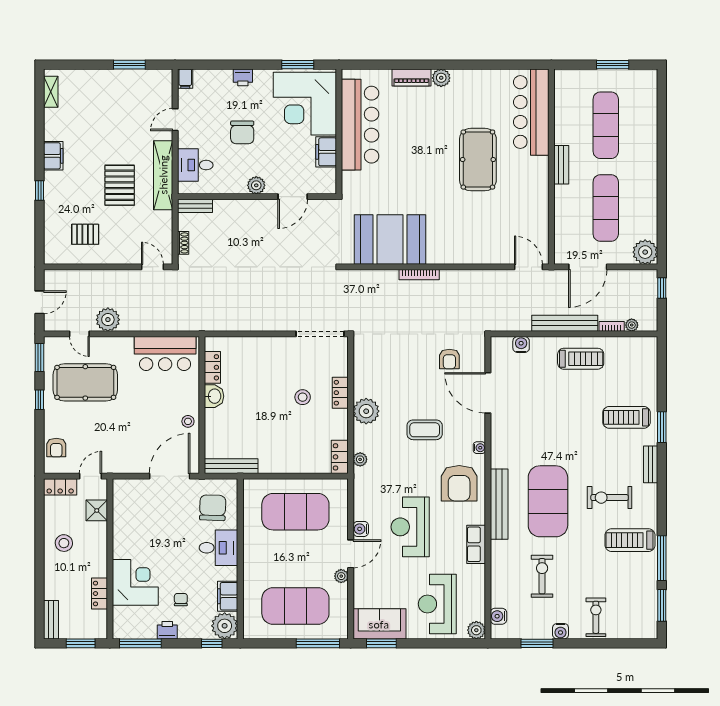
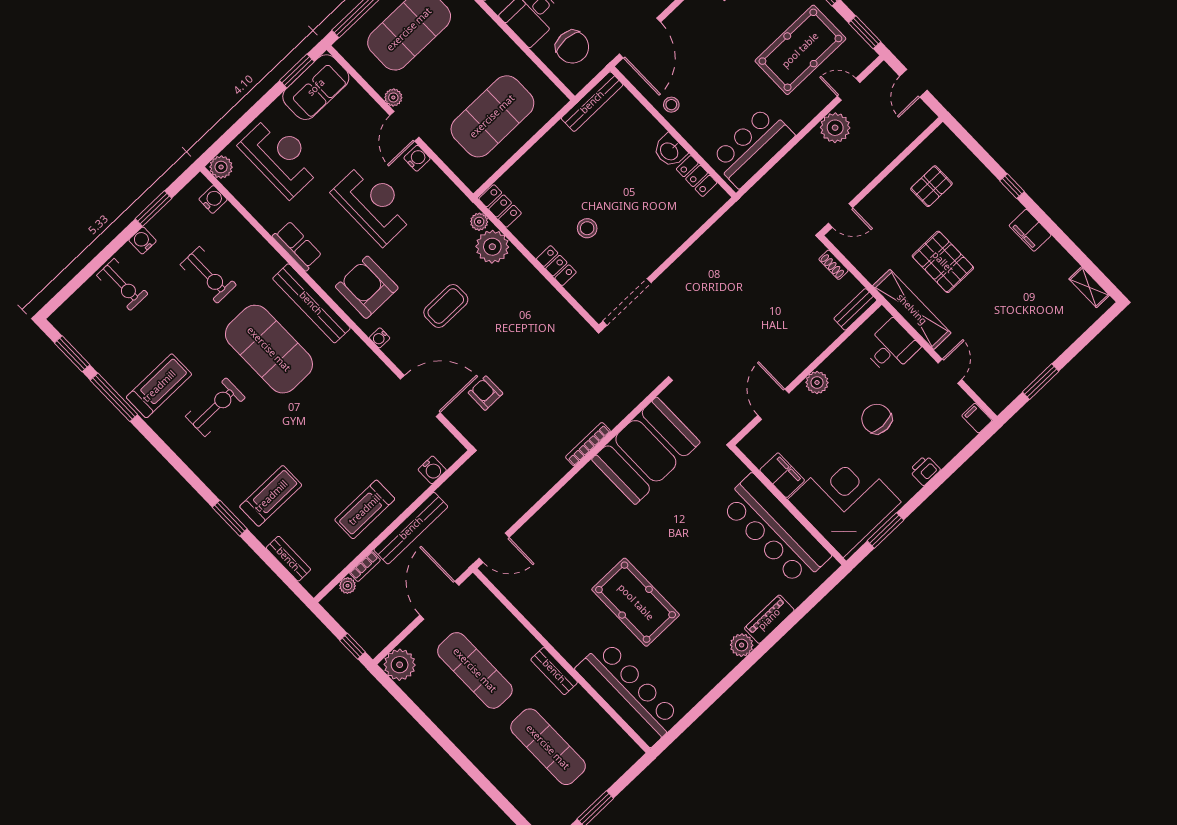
plant: (366, 411) -> (492, 247), moved
bench: (651, 464) -> (288, 559), moved

